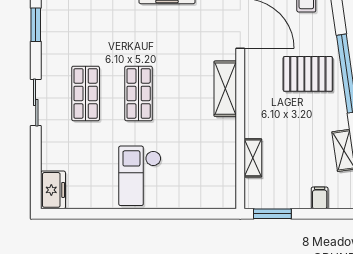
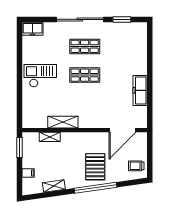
shelving: (225, 89) -> (63, 122), moved
sliding door: (36, 103) -> (80, 19), width x1.86

